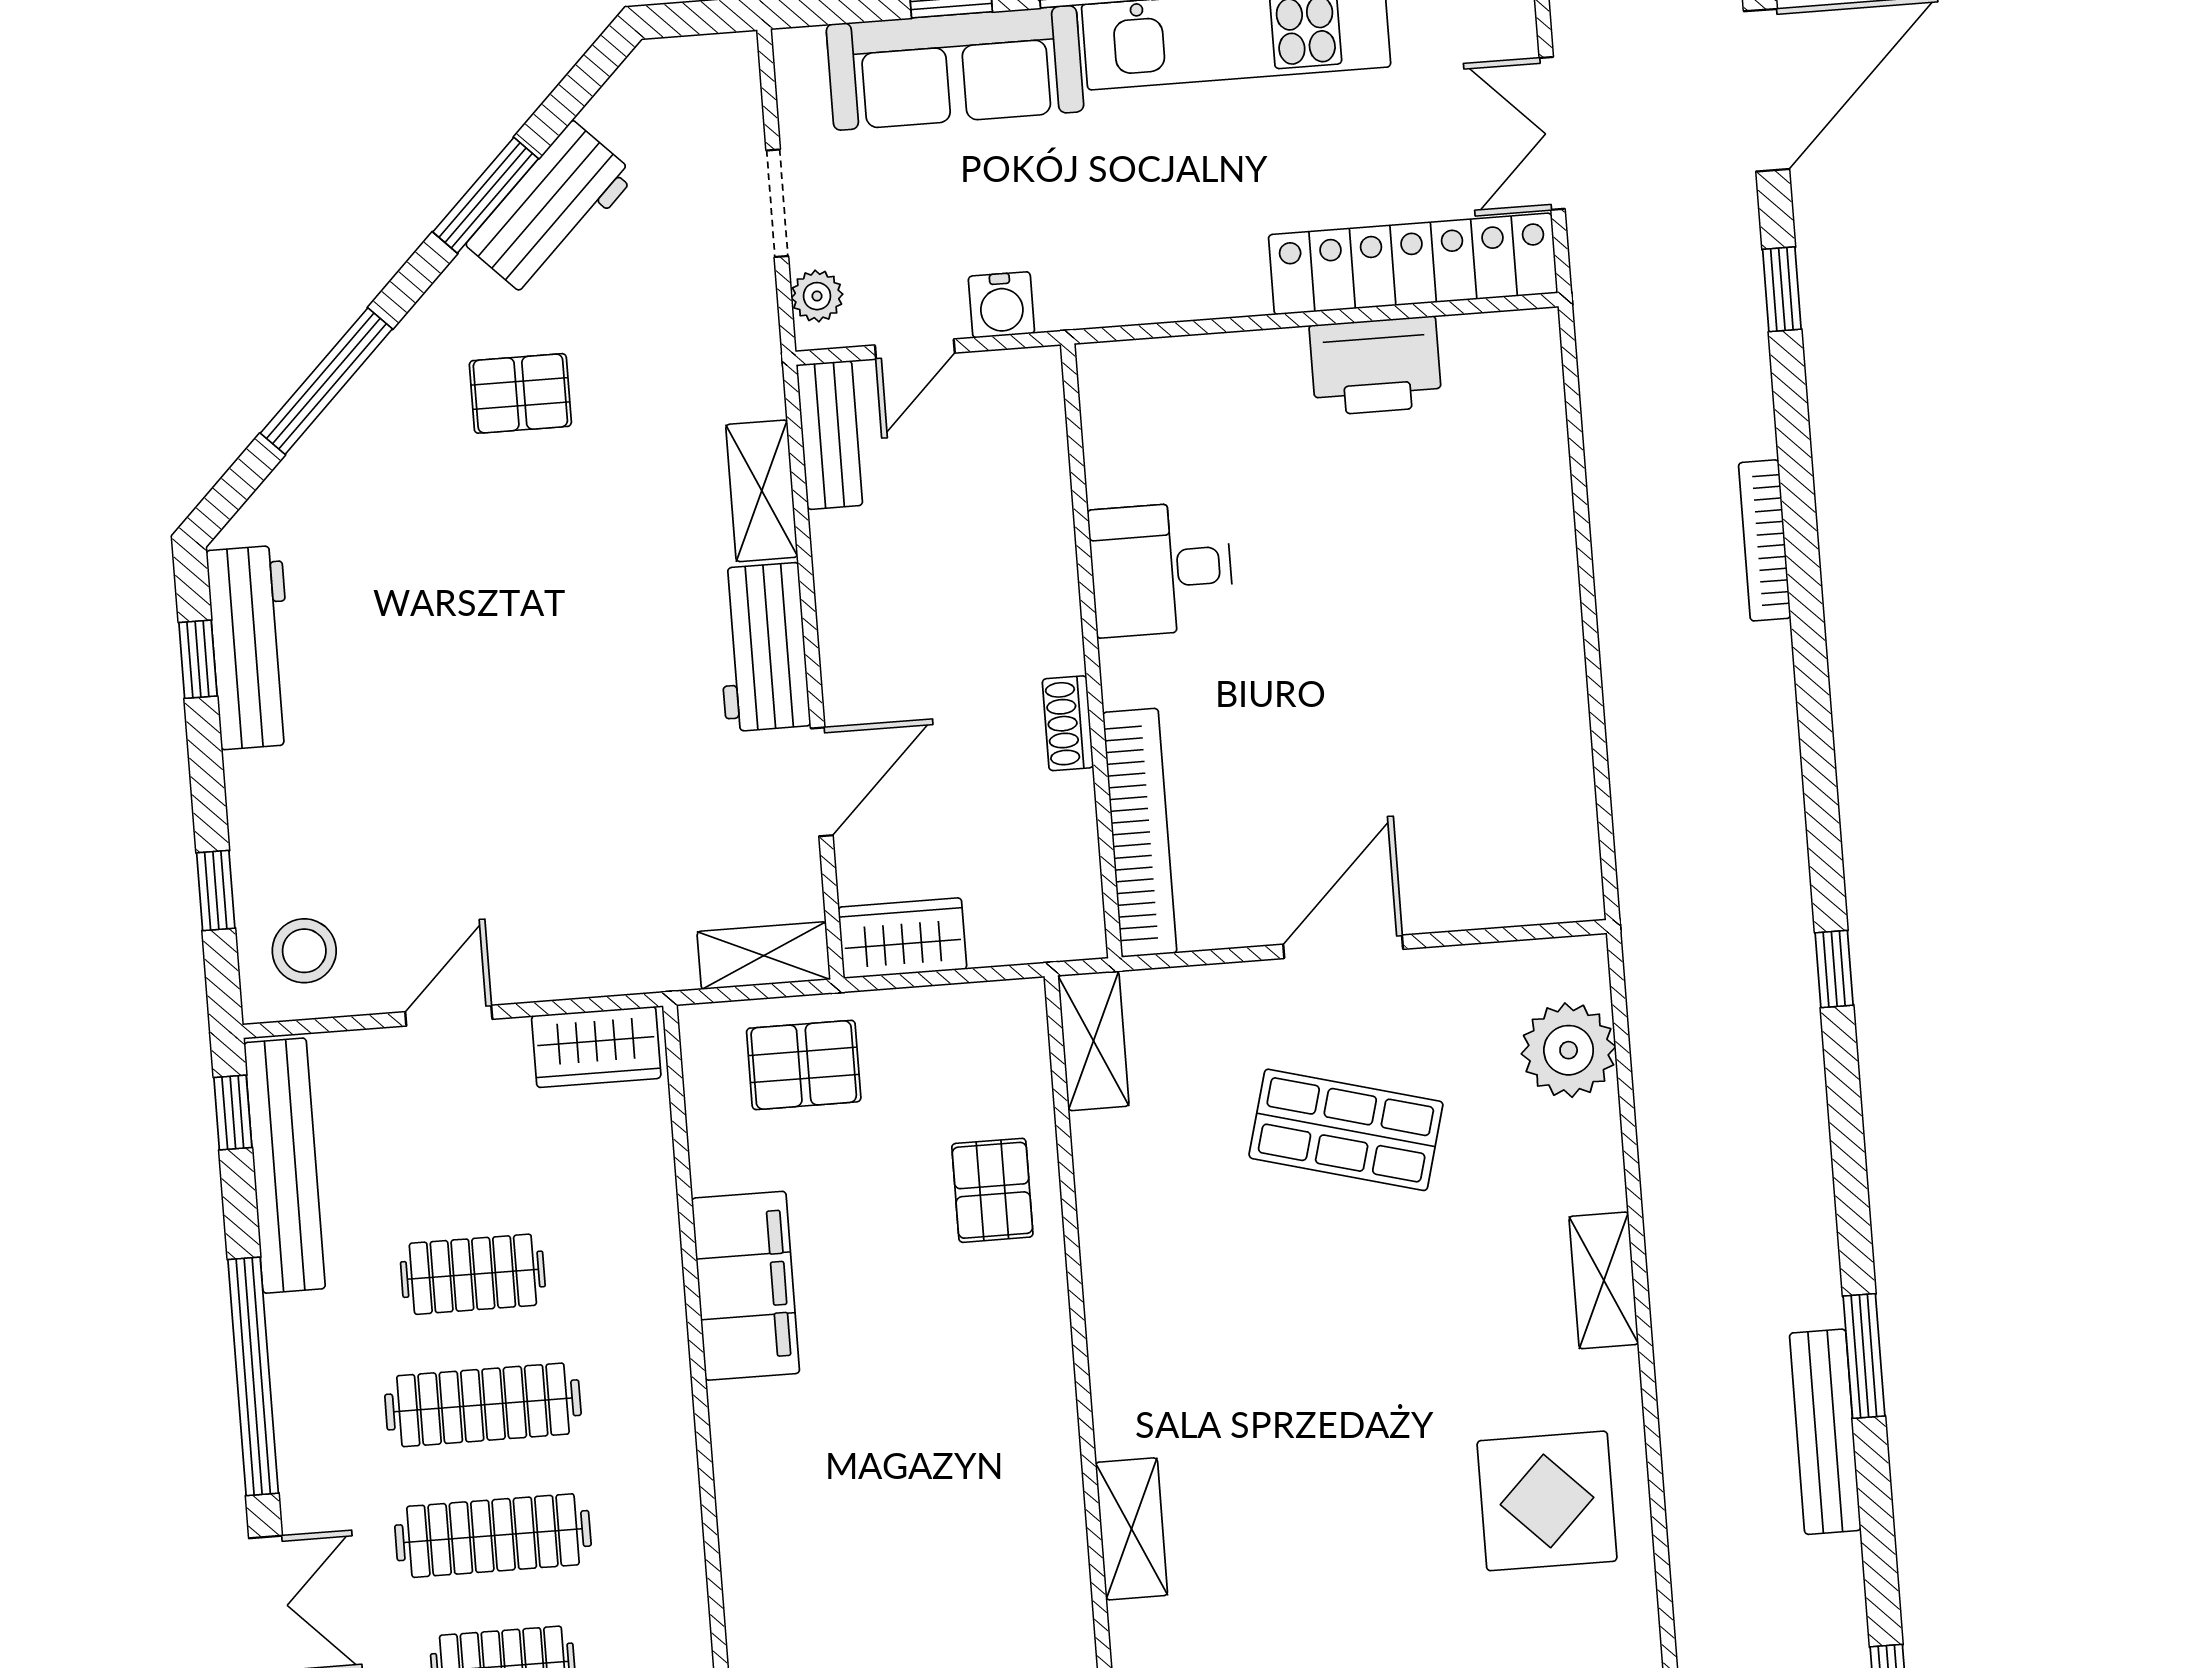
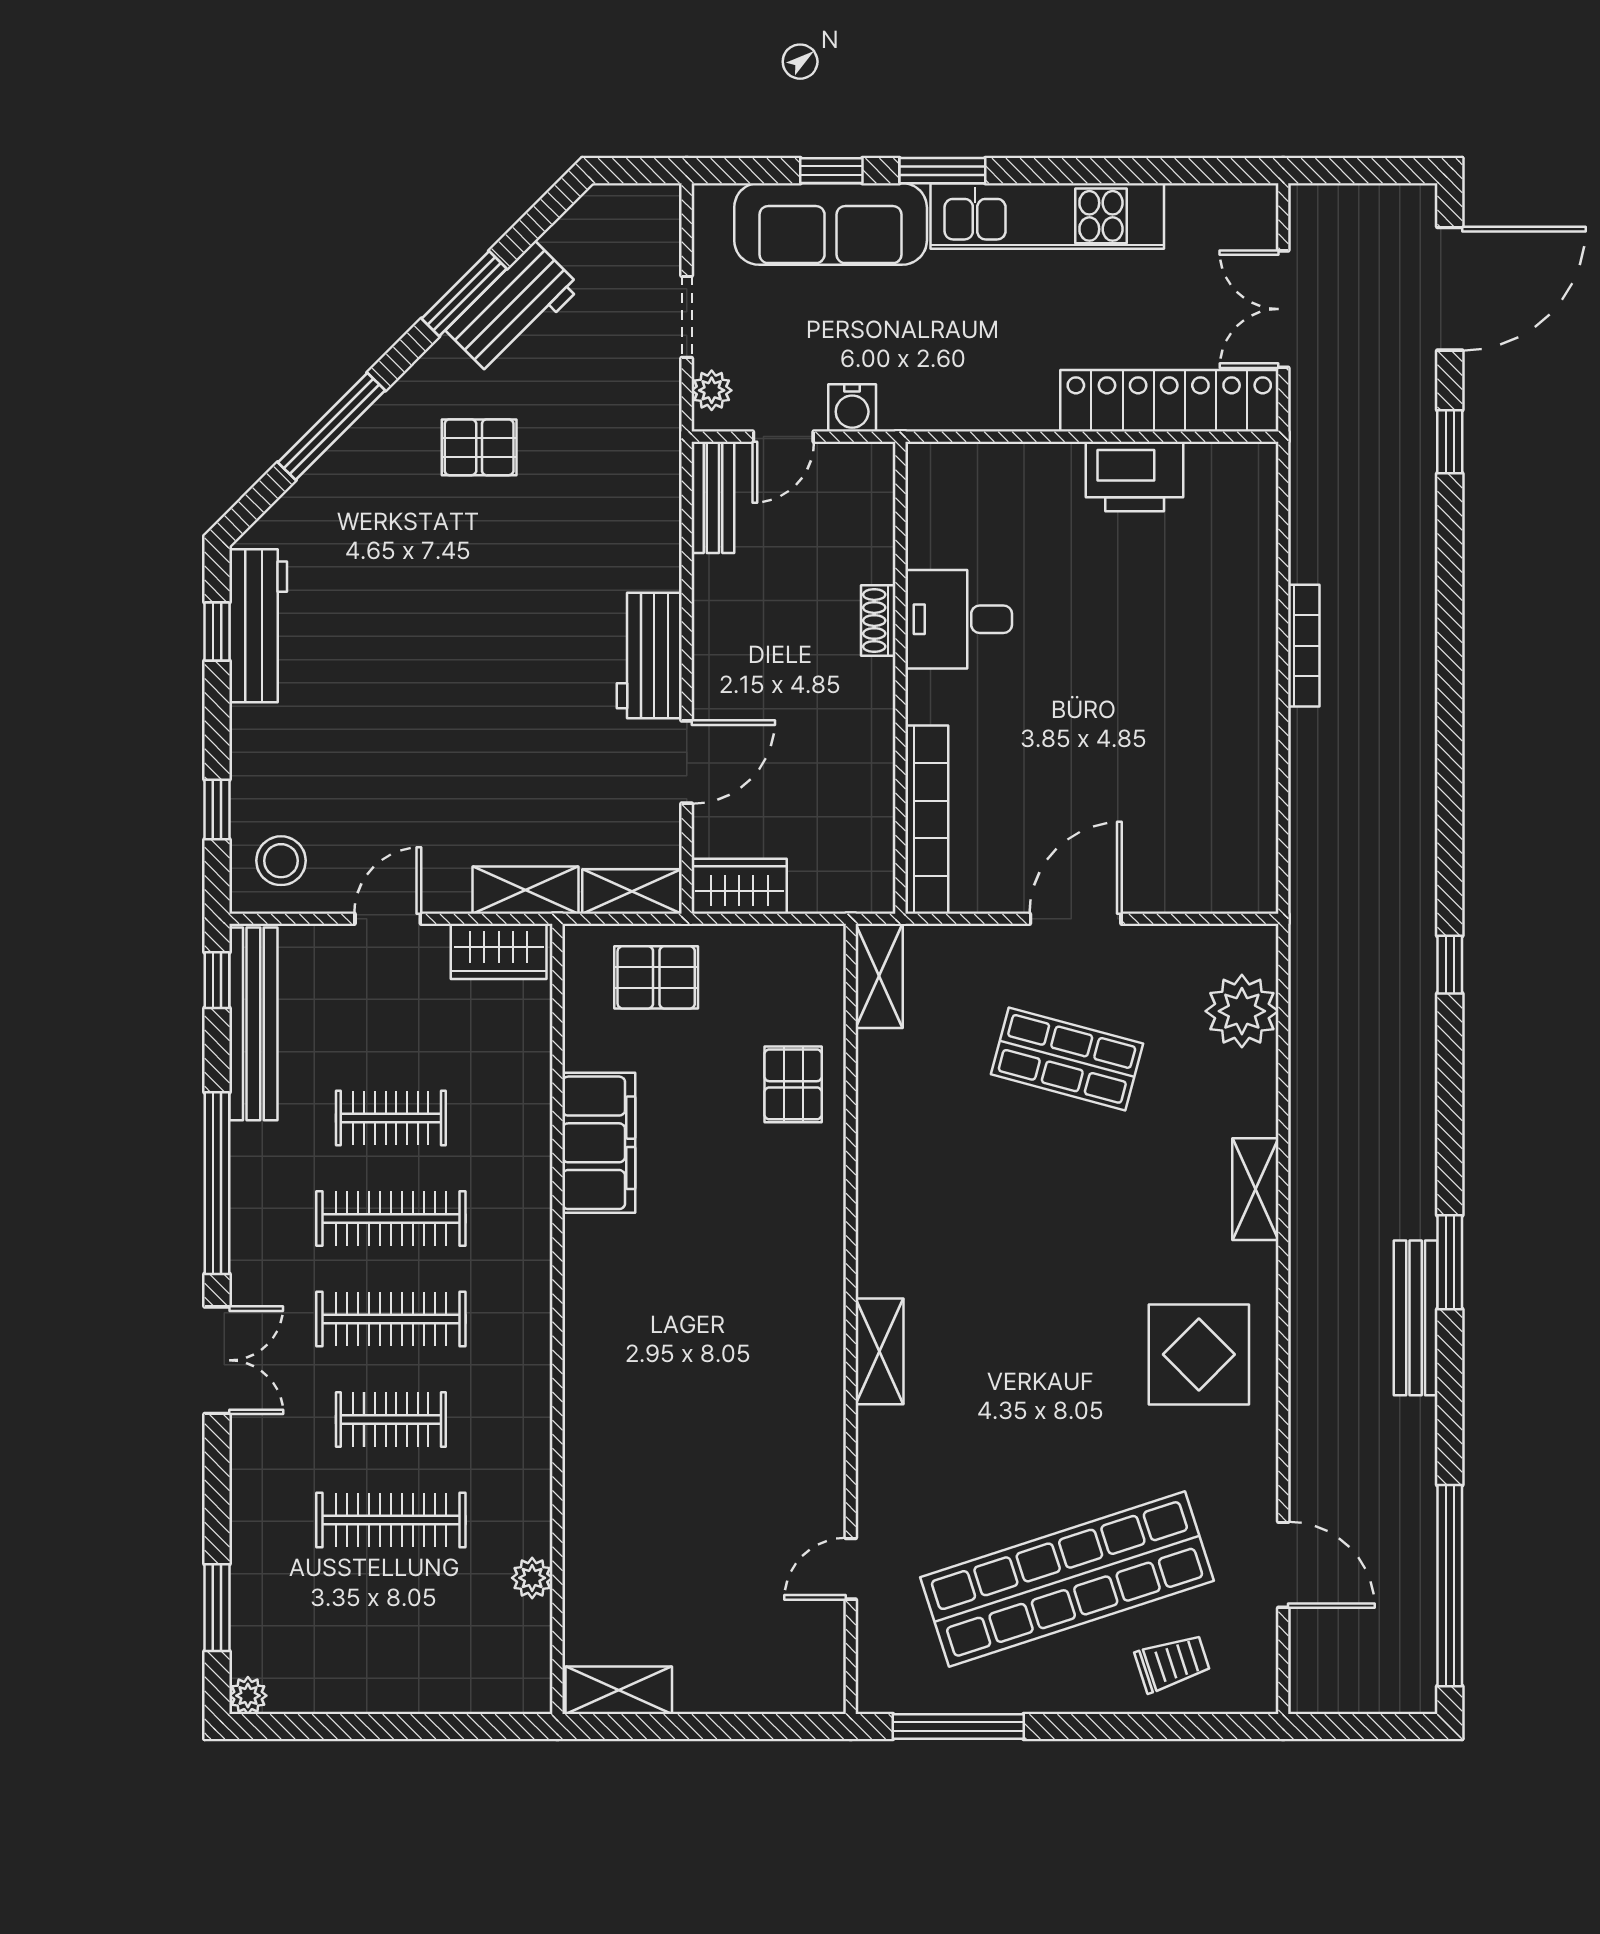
shelving: (762, 491) -> (526, 890), moved, turned 90
bookcase: (1765, 540) -> (1304, 646), moved, turned 180
shoe rack: (1068, 723) -> (878, 621), moved

